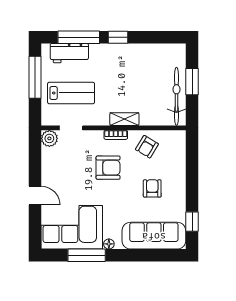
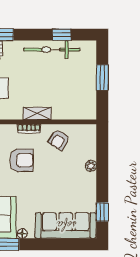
window: (118, 37) -> (62, 35), moved
bicycle: (176, 96) -> (52, 50), moved, turned -90
plant: (180, 174) -> (91, 166), added
armchair: (152, 188) -> (64, 180), removed

